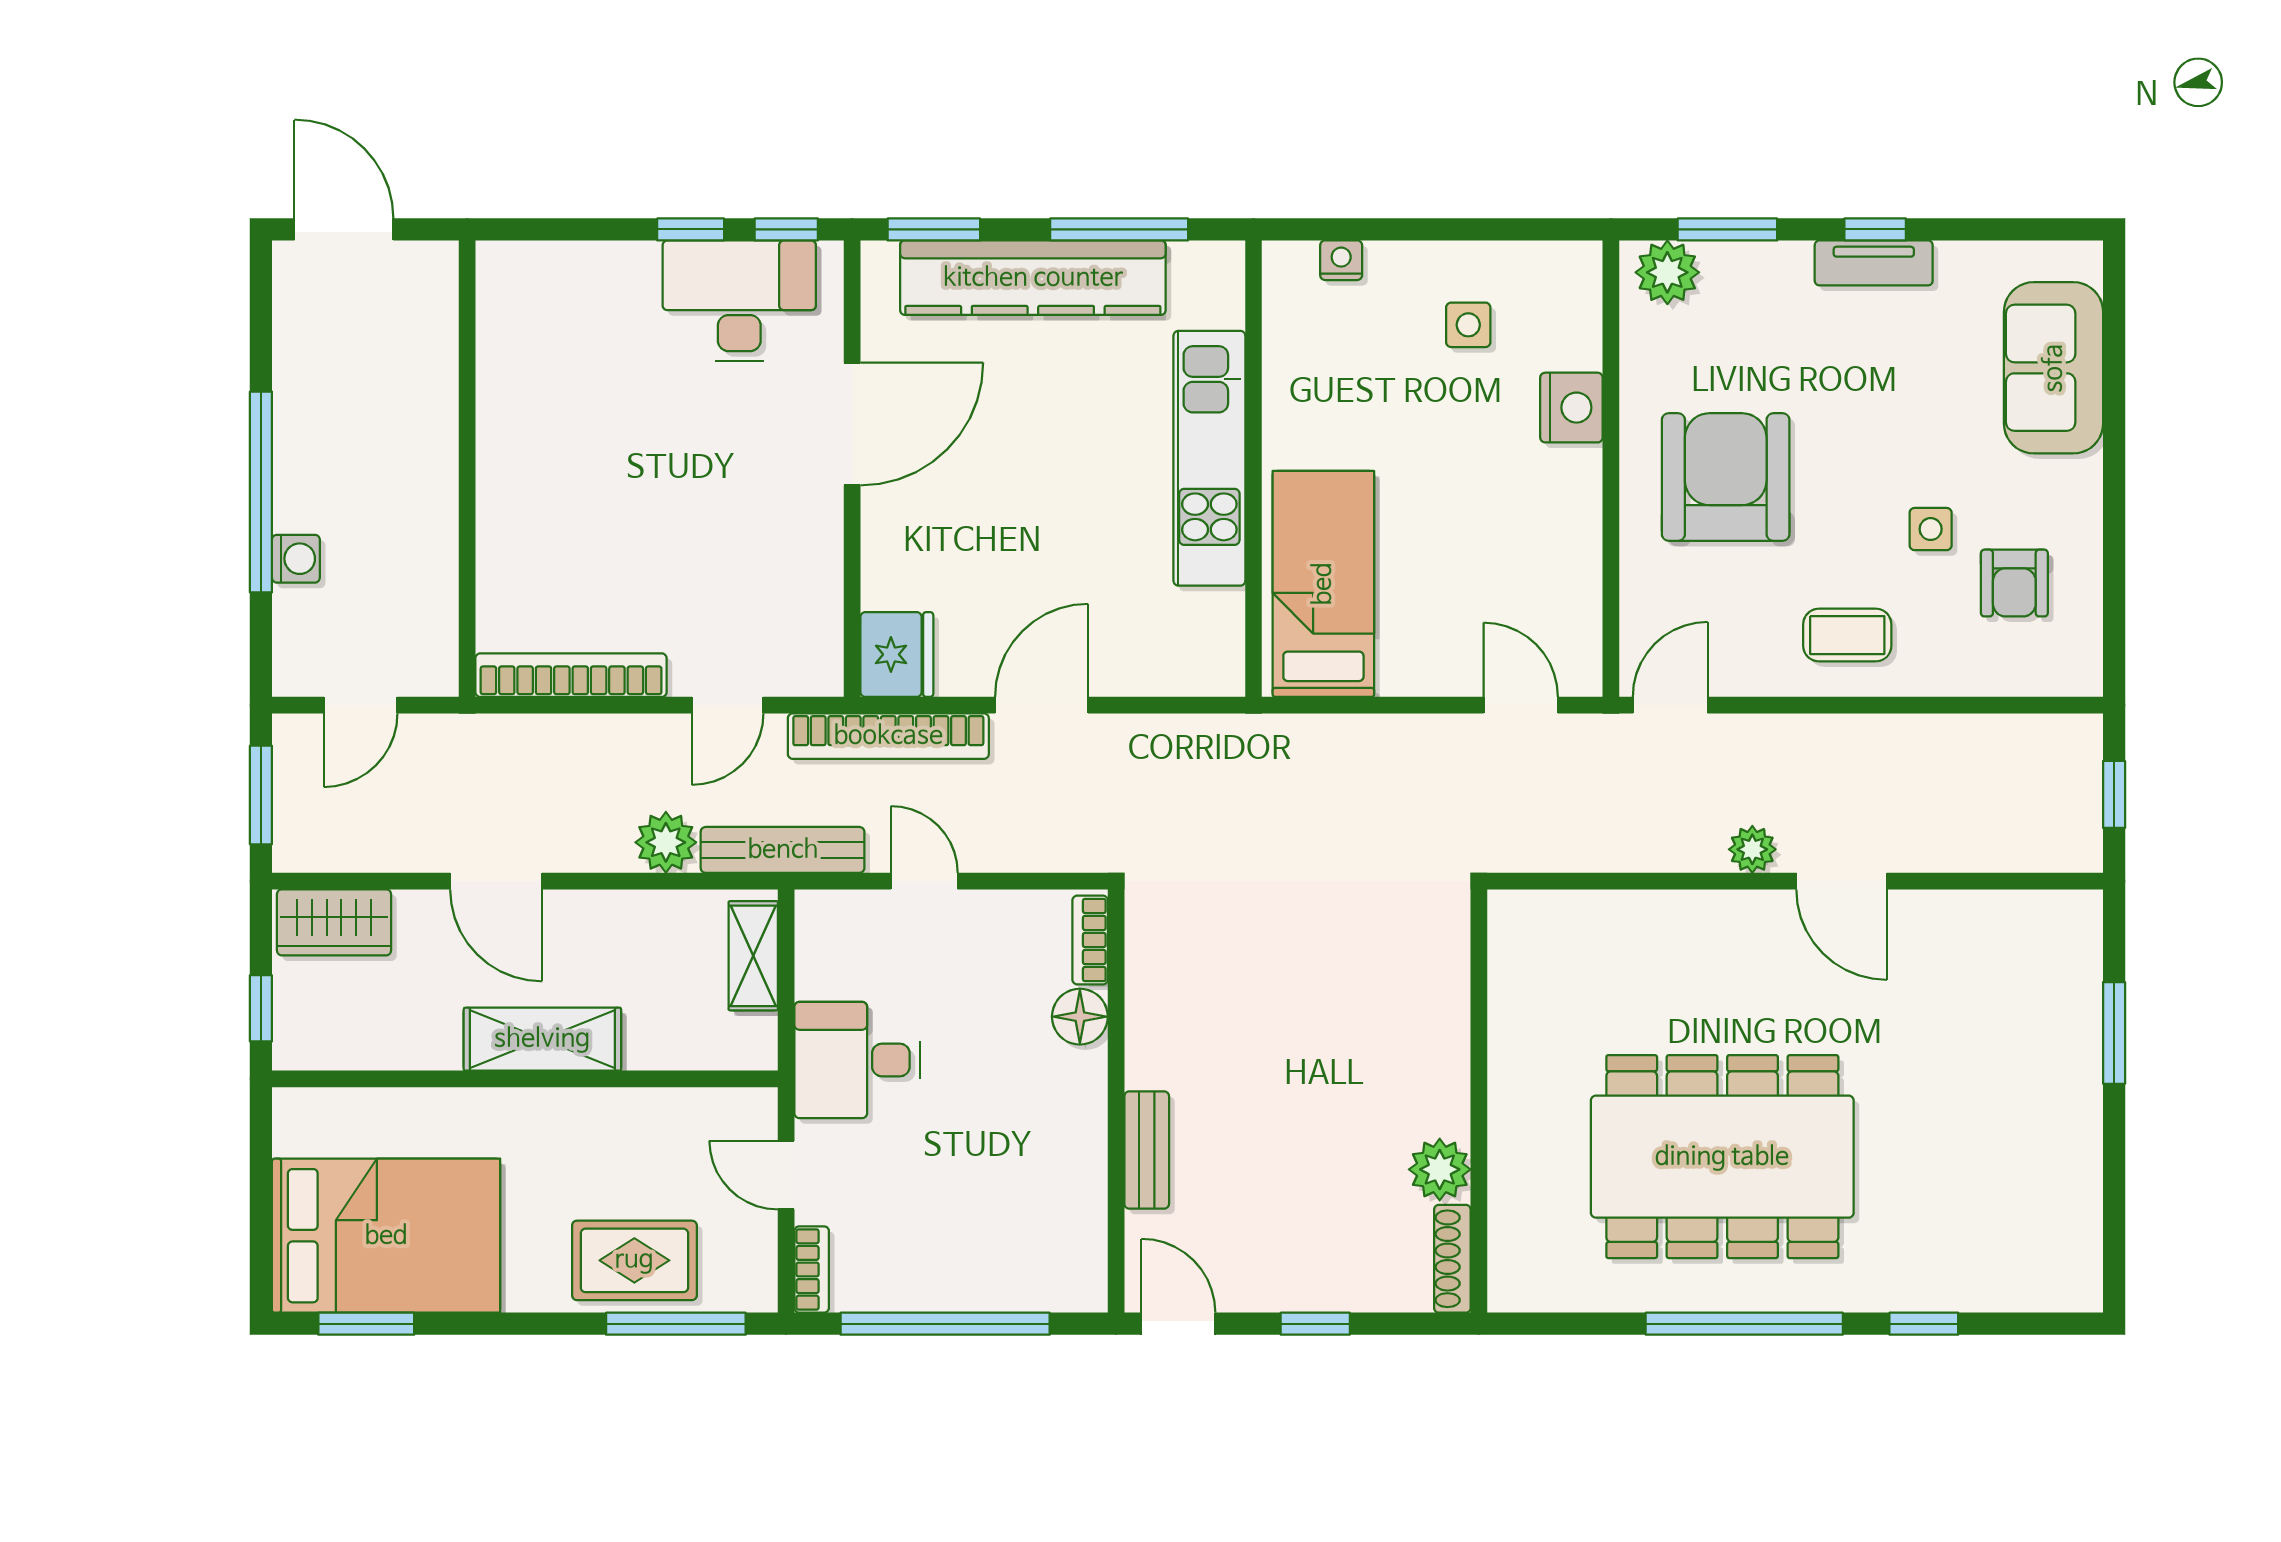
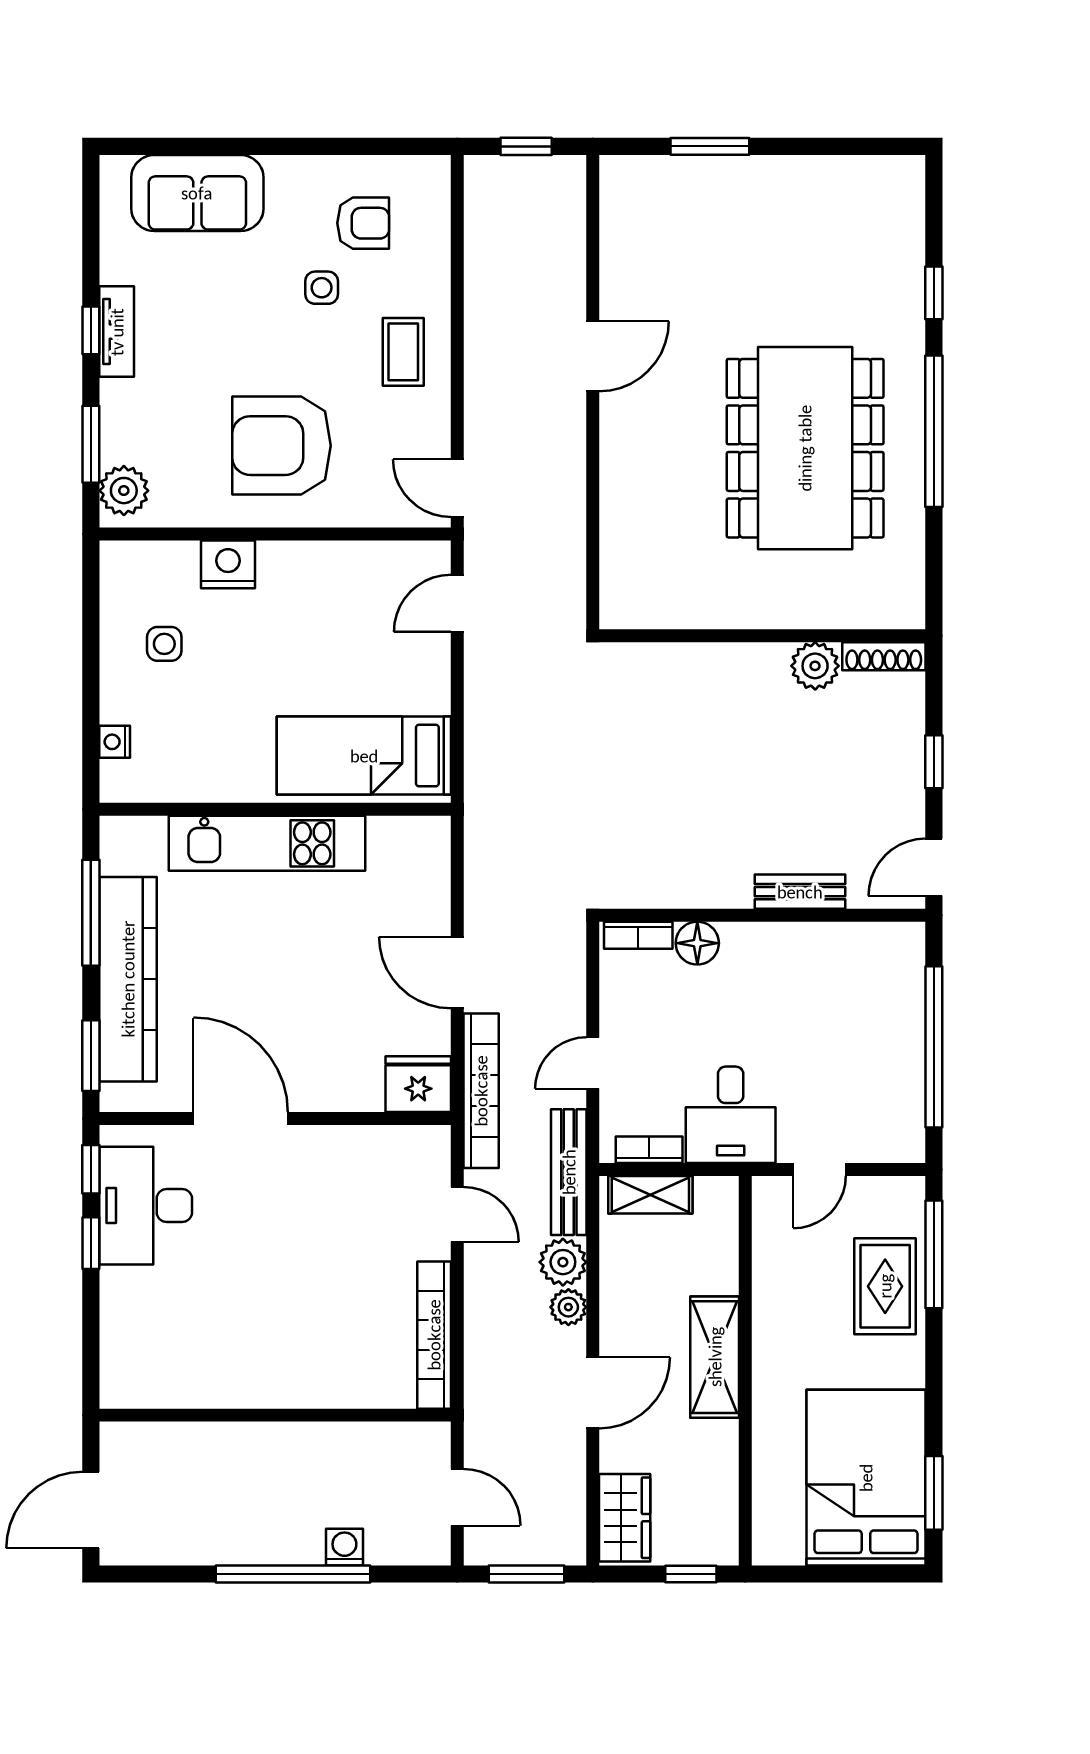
plant: (1752, 849) -> (568, 1307), moved
bookcase: (812, 1269) -> (649, 1150), moved

